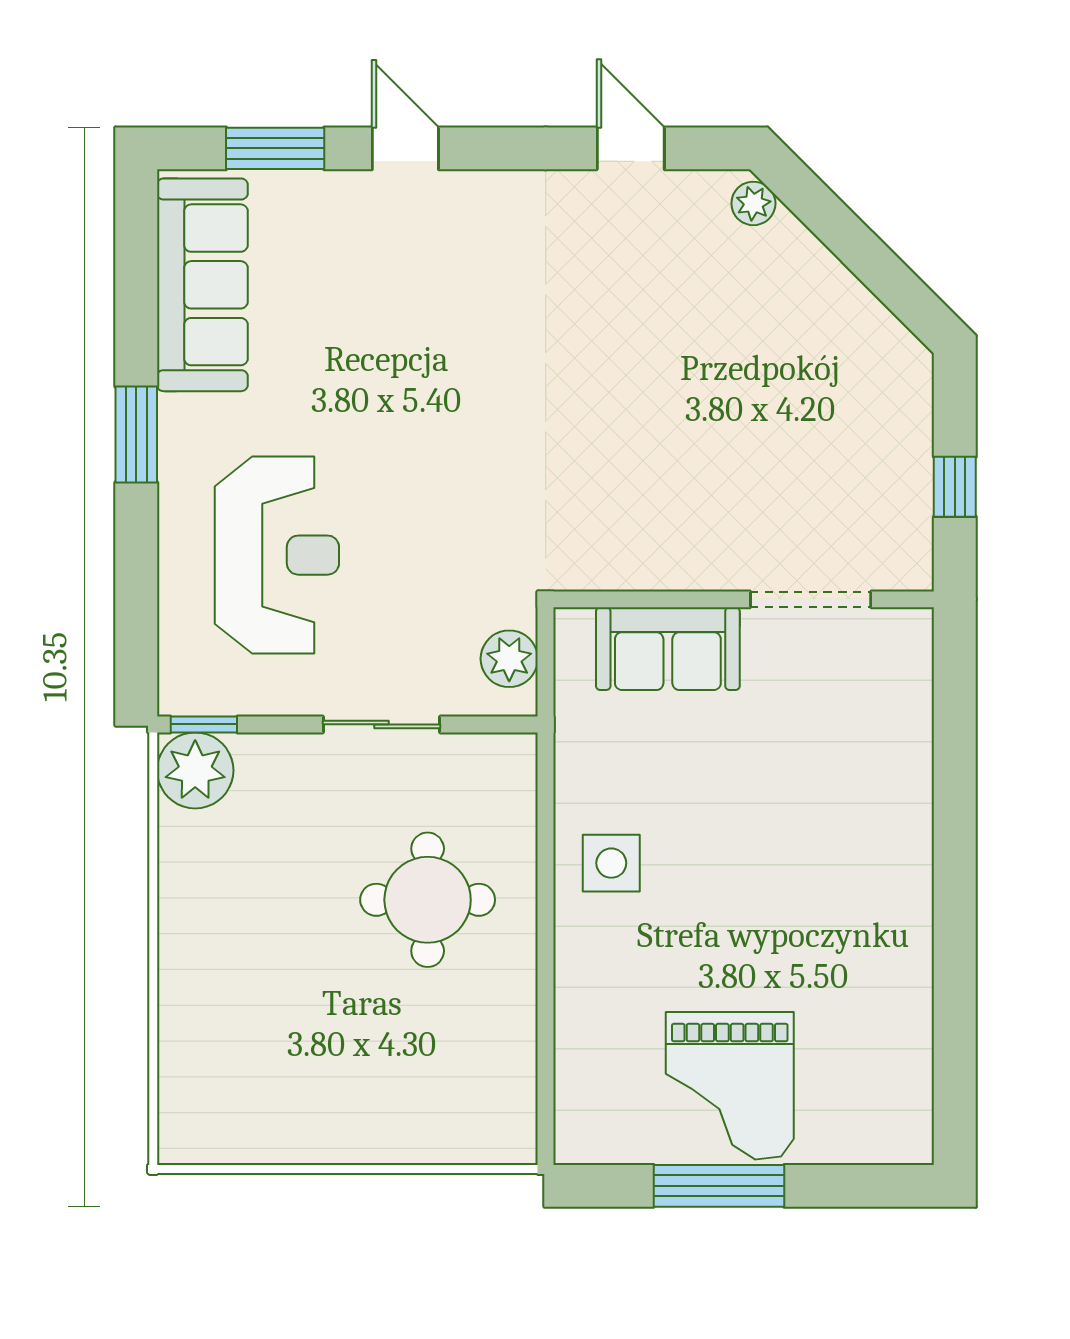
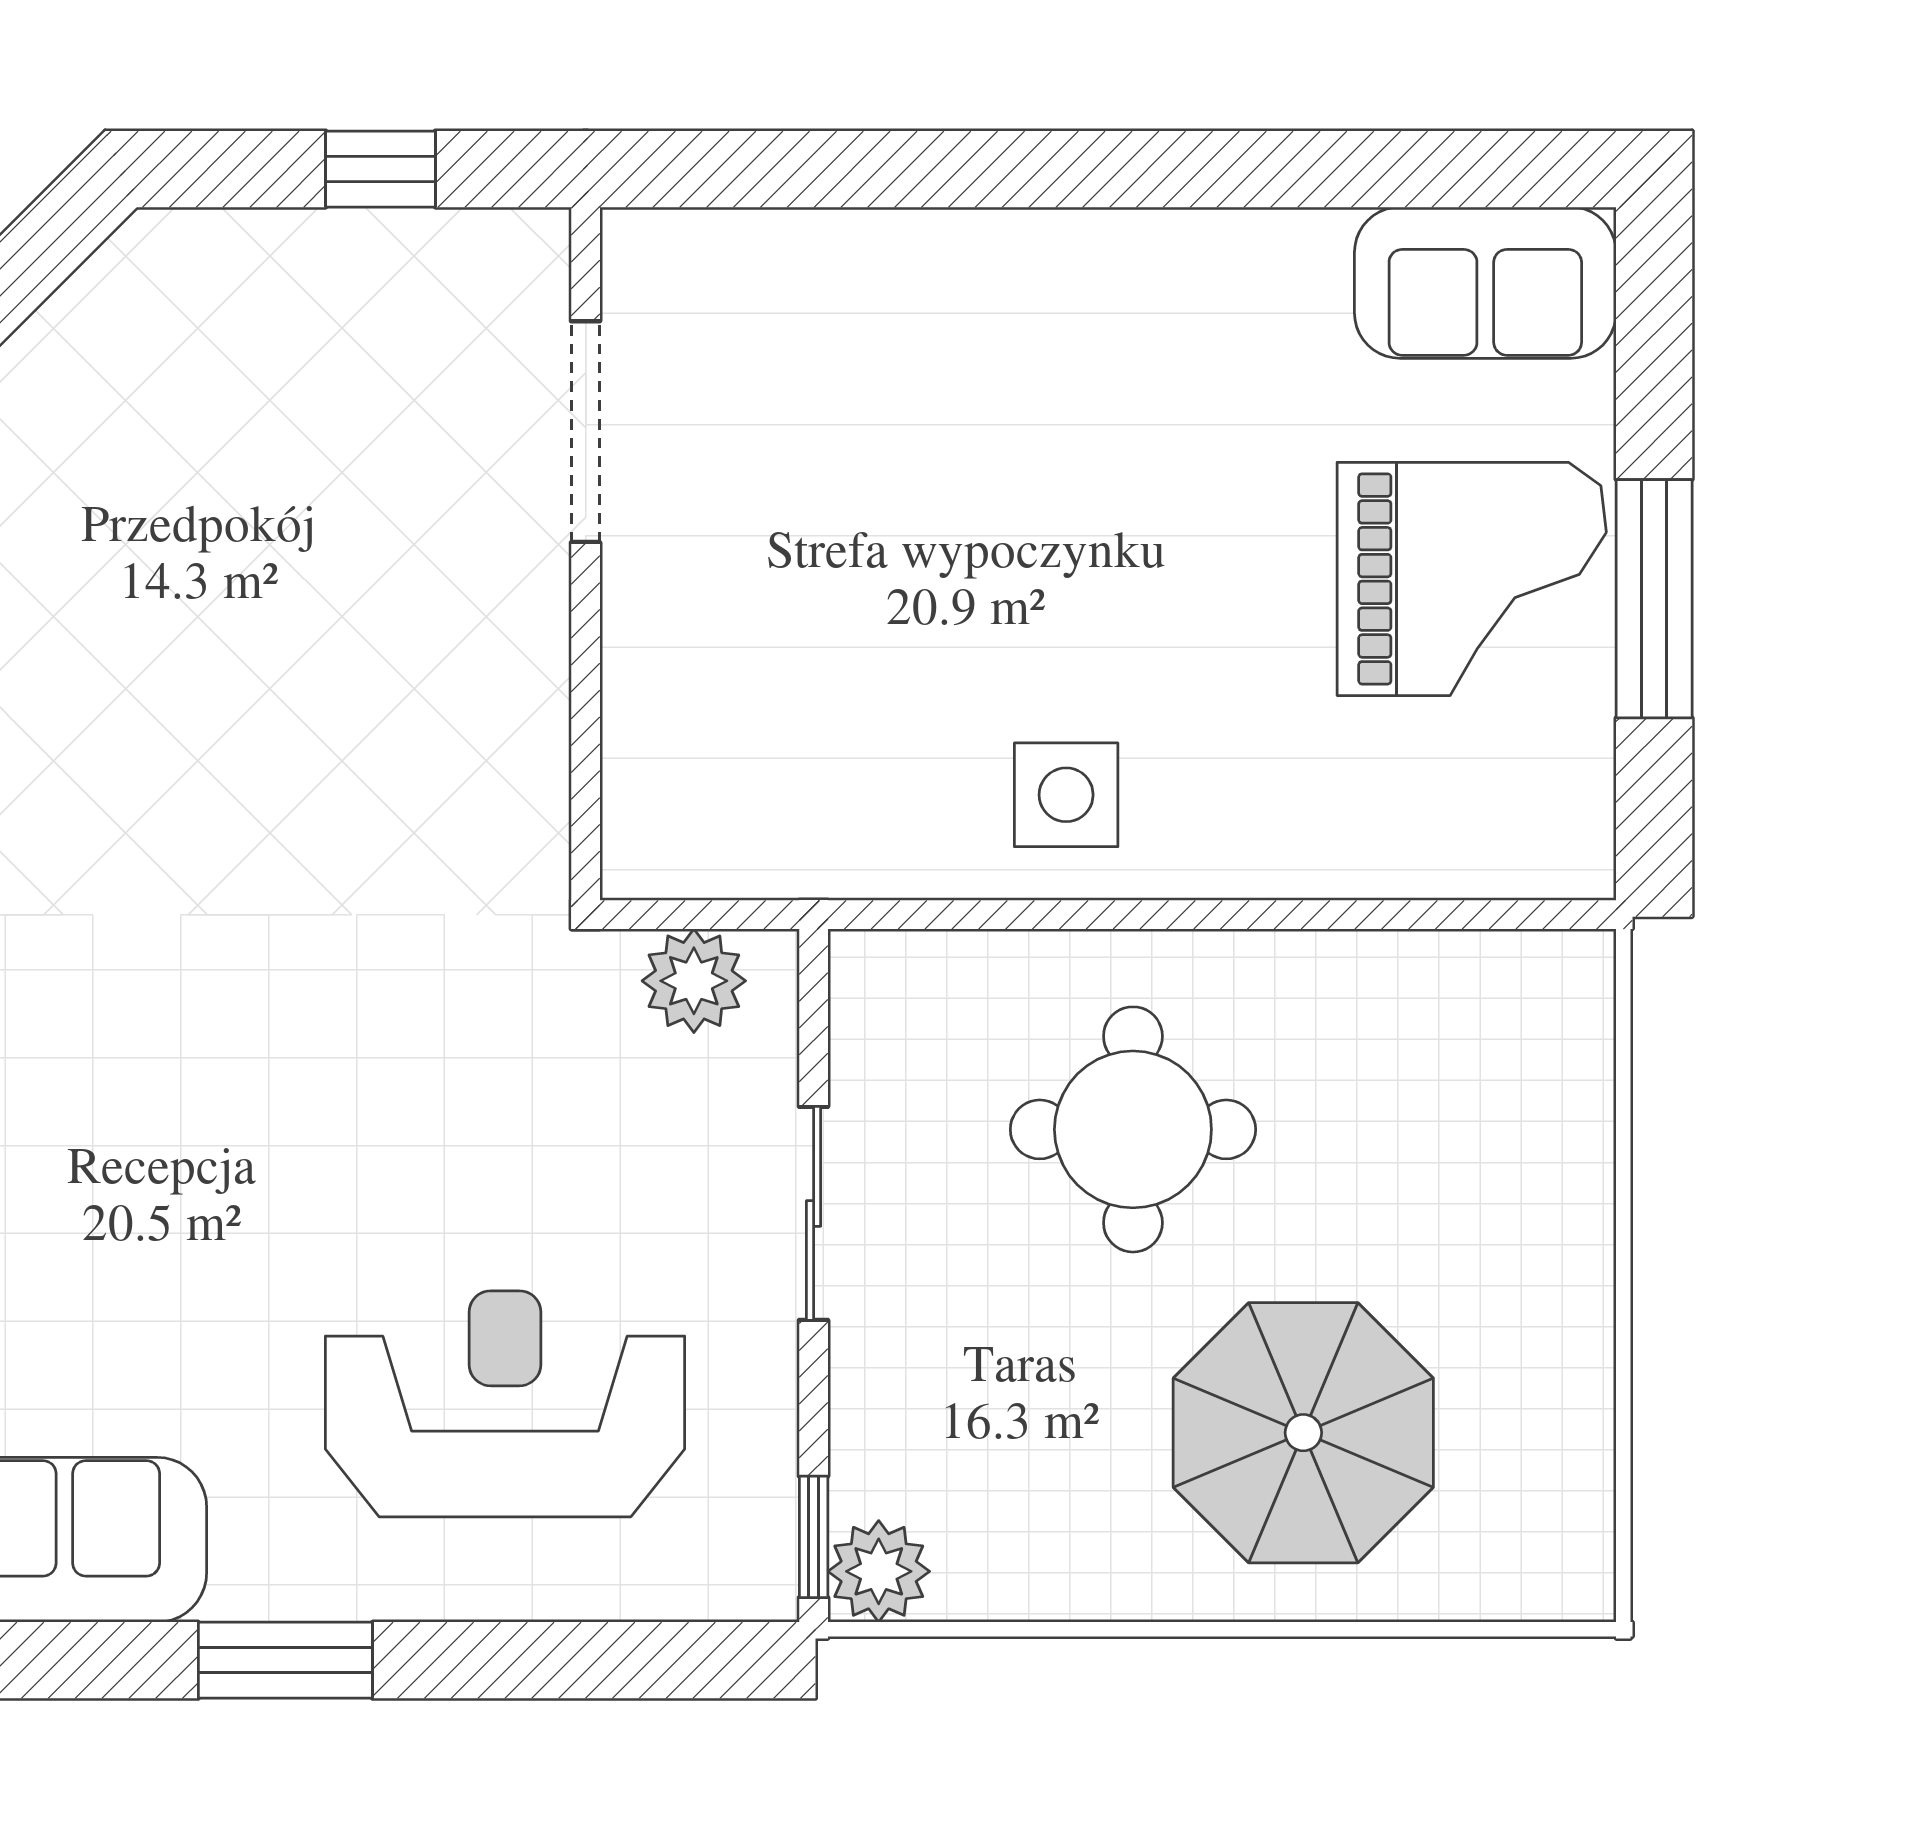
sofa: (668, 649) -> (1485, 283), moved, turned 90
plant: (195, 770) -> (879, 1571), width x0.73, depth x0.73
parasol: (261, 993) -> (1303, 1433), added

